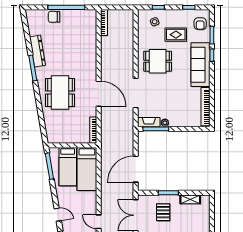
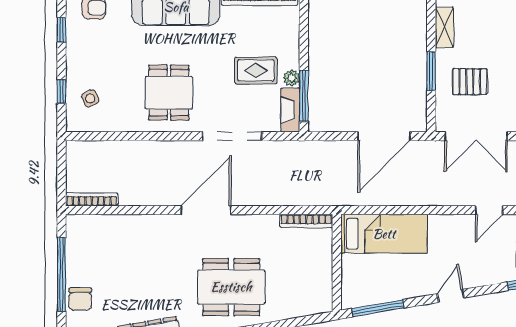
rug: (176, 35) -> (256, 70), moved, turned 90
door: (99, 94) -> (206, 210), moved
bed: (68, 167) -> (379, 272), removed
door: (136, 169) -> (384, 136), hinge flipped
door: (58, 215) -> (451, 296), moved

